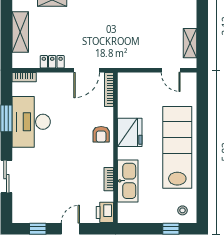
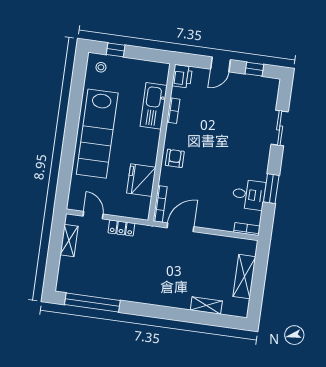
locker: (52, 62) -> (121, 228), moved
desk: (31, 122) -> (249, 195), width x0.53, depth x0.77
fridge: (130, 132) -> (141, 180), moved

